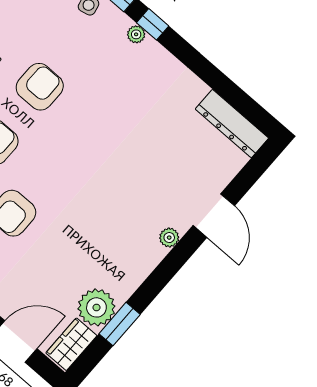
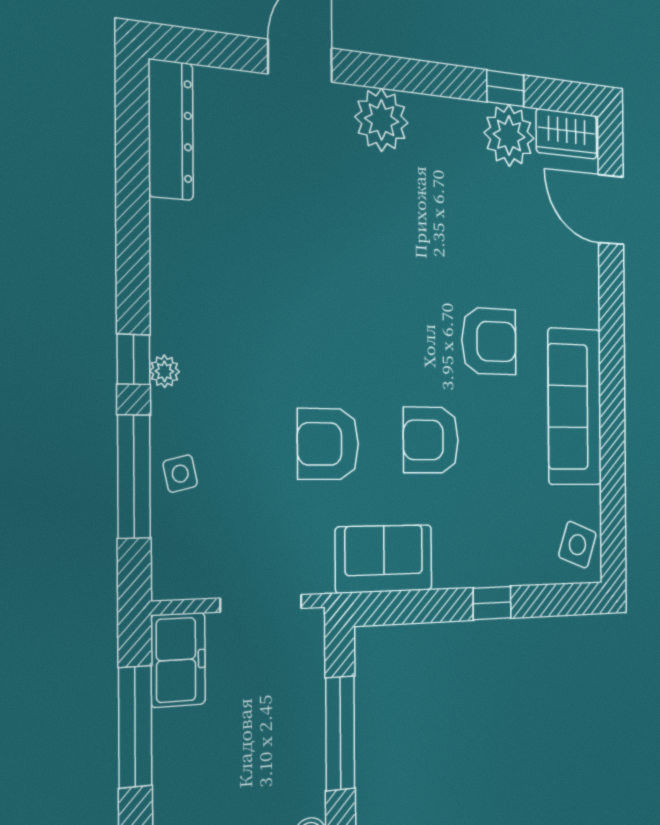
plant: (169, 238) -> (382, 120), width x1.87, depth x1.87
window: (120, 324) -> (505, 88), width x0.67

